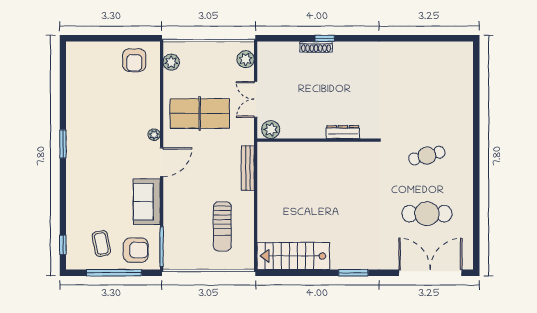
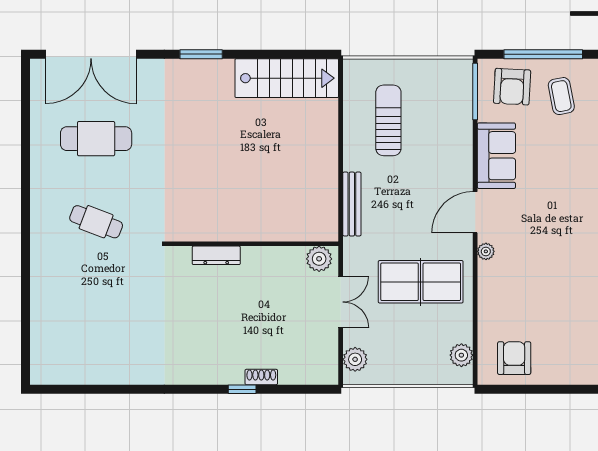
shoe rack: (316, 47) -> (261, 377), width x0.70
cafe table: (427, 156) -> (96, 222), turned 36
armchair: (136, 250) -> (512, 87), turned -87

